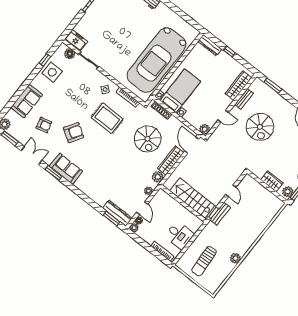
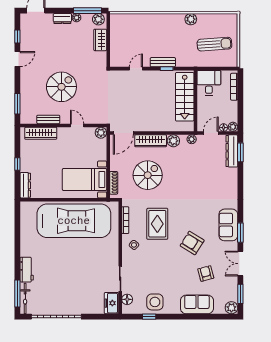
stairs: (192, 198) -> (185, 97), moved
wall: (183, 204) -> (196, 101), moved

